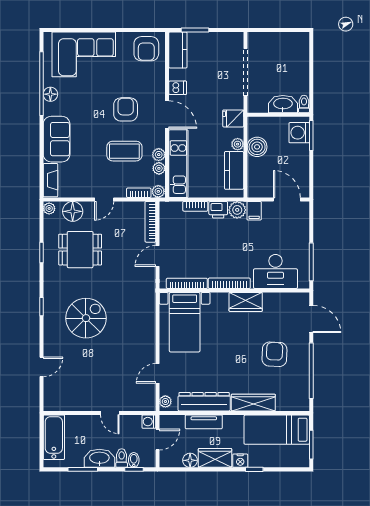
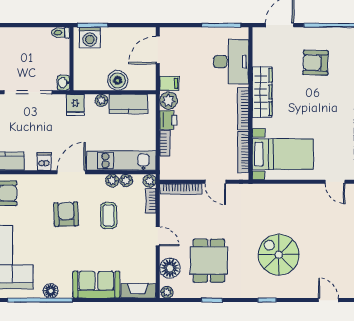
washbasin: (283, 104) -> (63, 83), moved, width x0.52, depth x0.69
armchair: (126, 109) -> (66, 214), turned 88
boiler: (257, 147) -> (118, 80), moved
coffee table: (124, 151) -> (109, 216), width x0.73, depth x0.77
wardrobe: (246, 302) -> (262, 92), width x1.50

